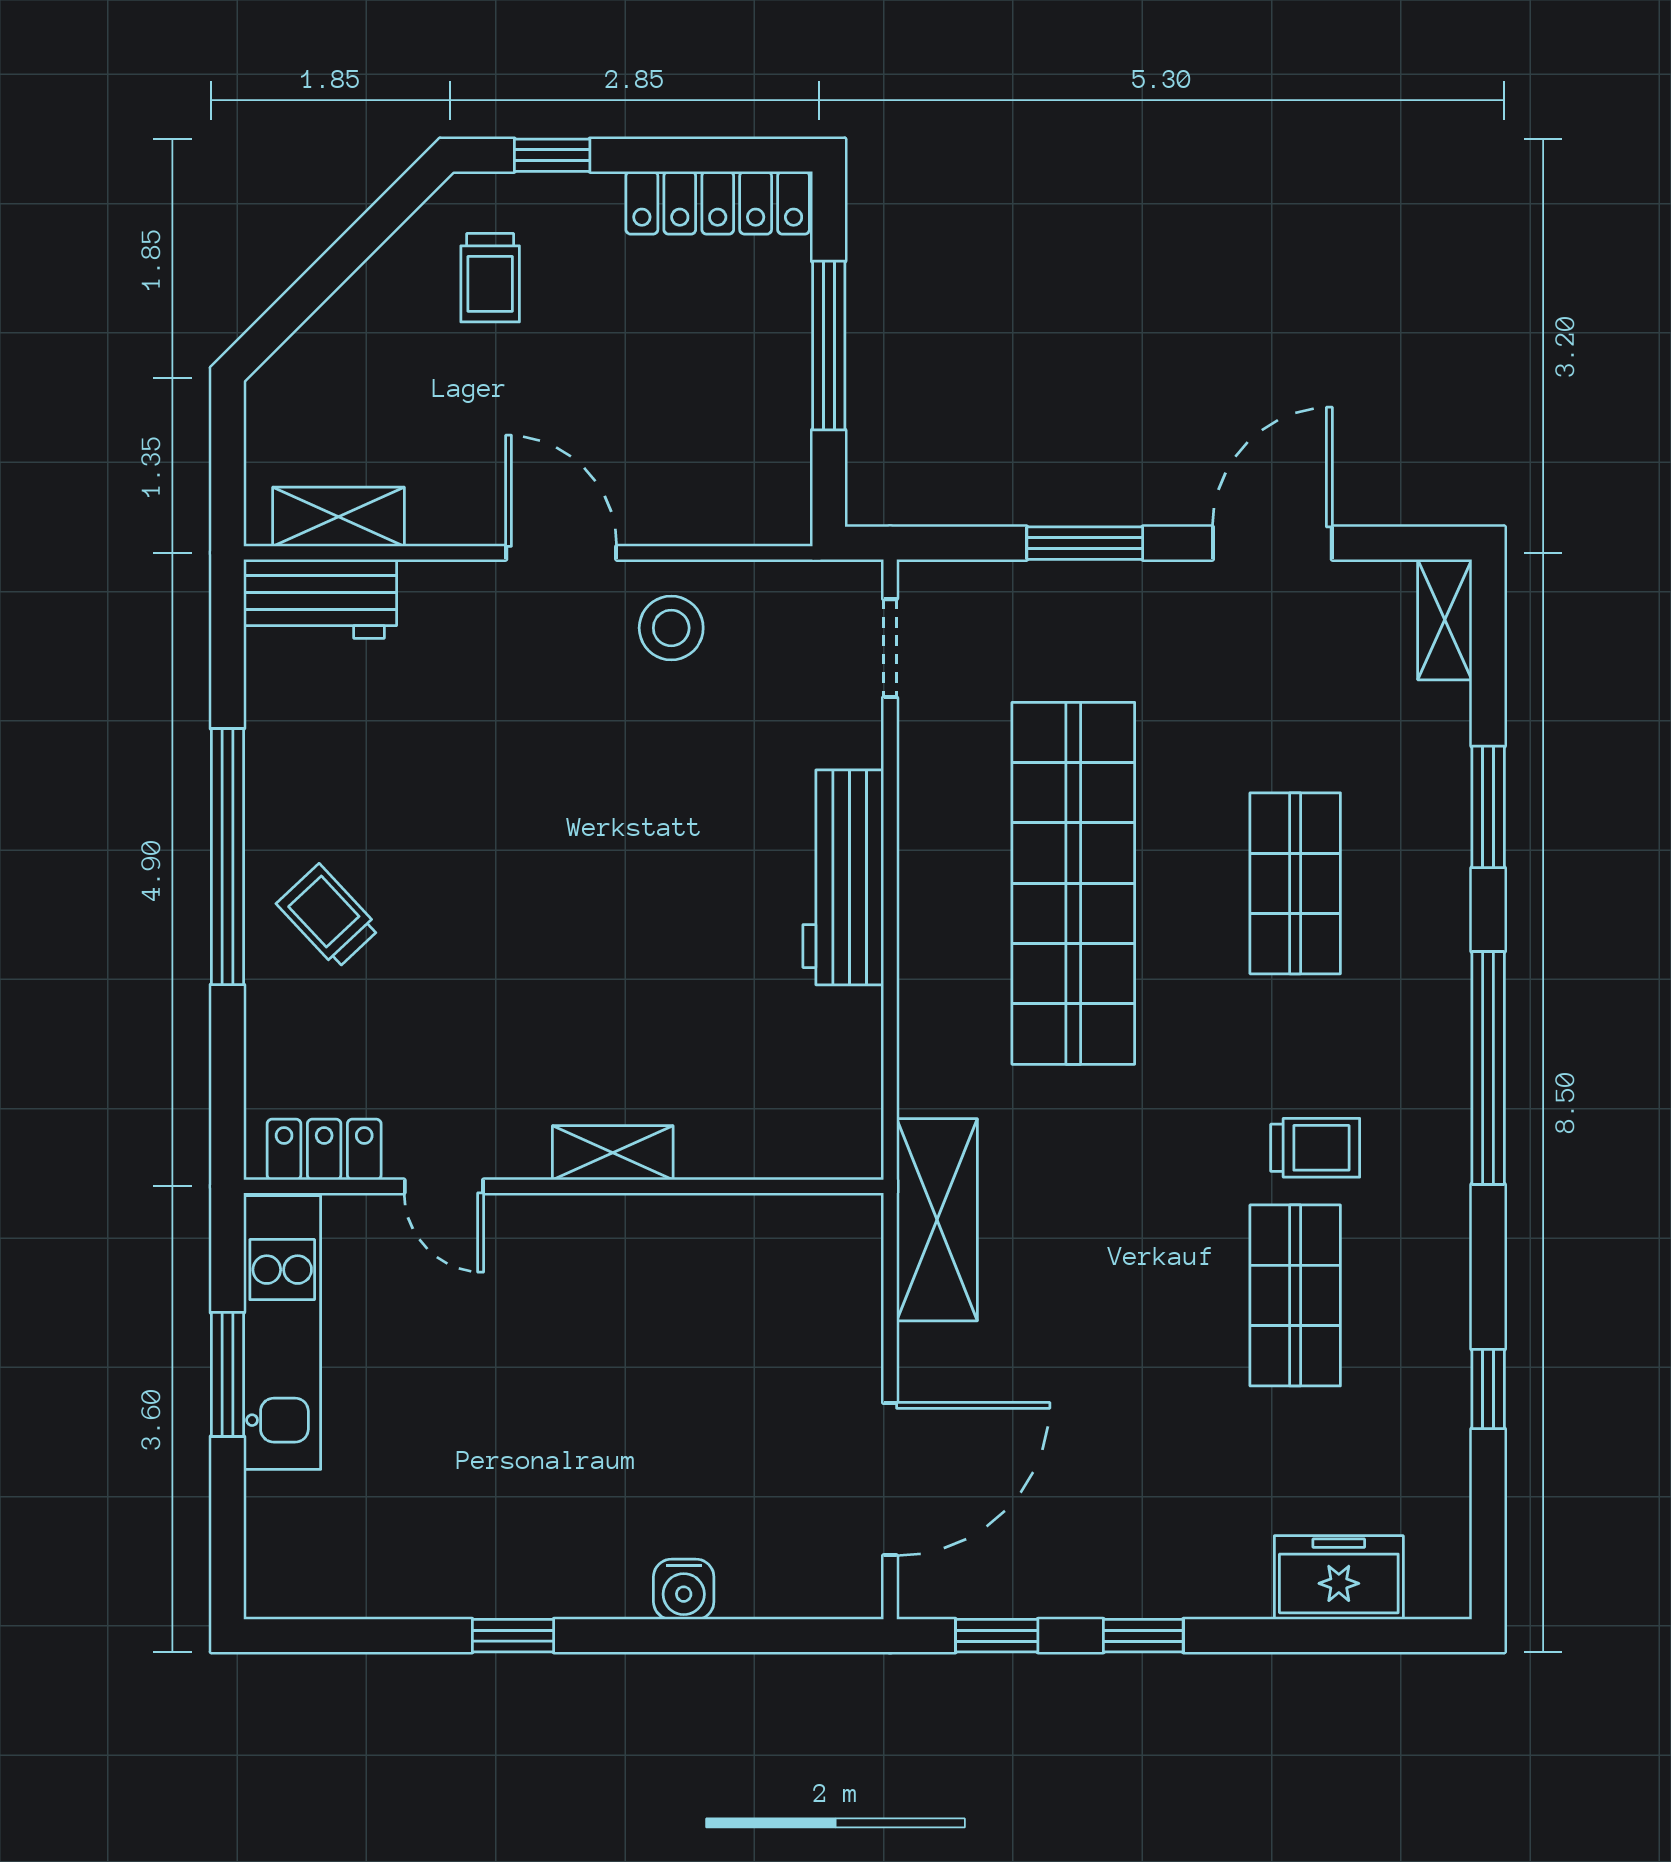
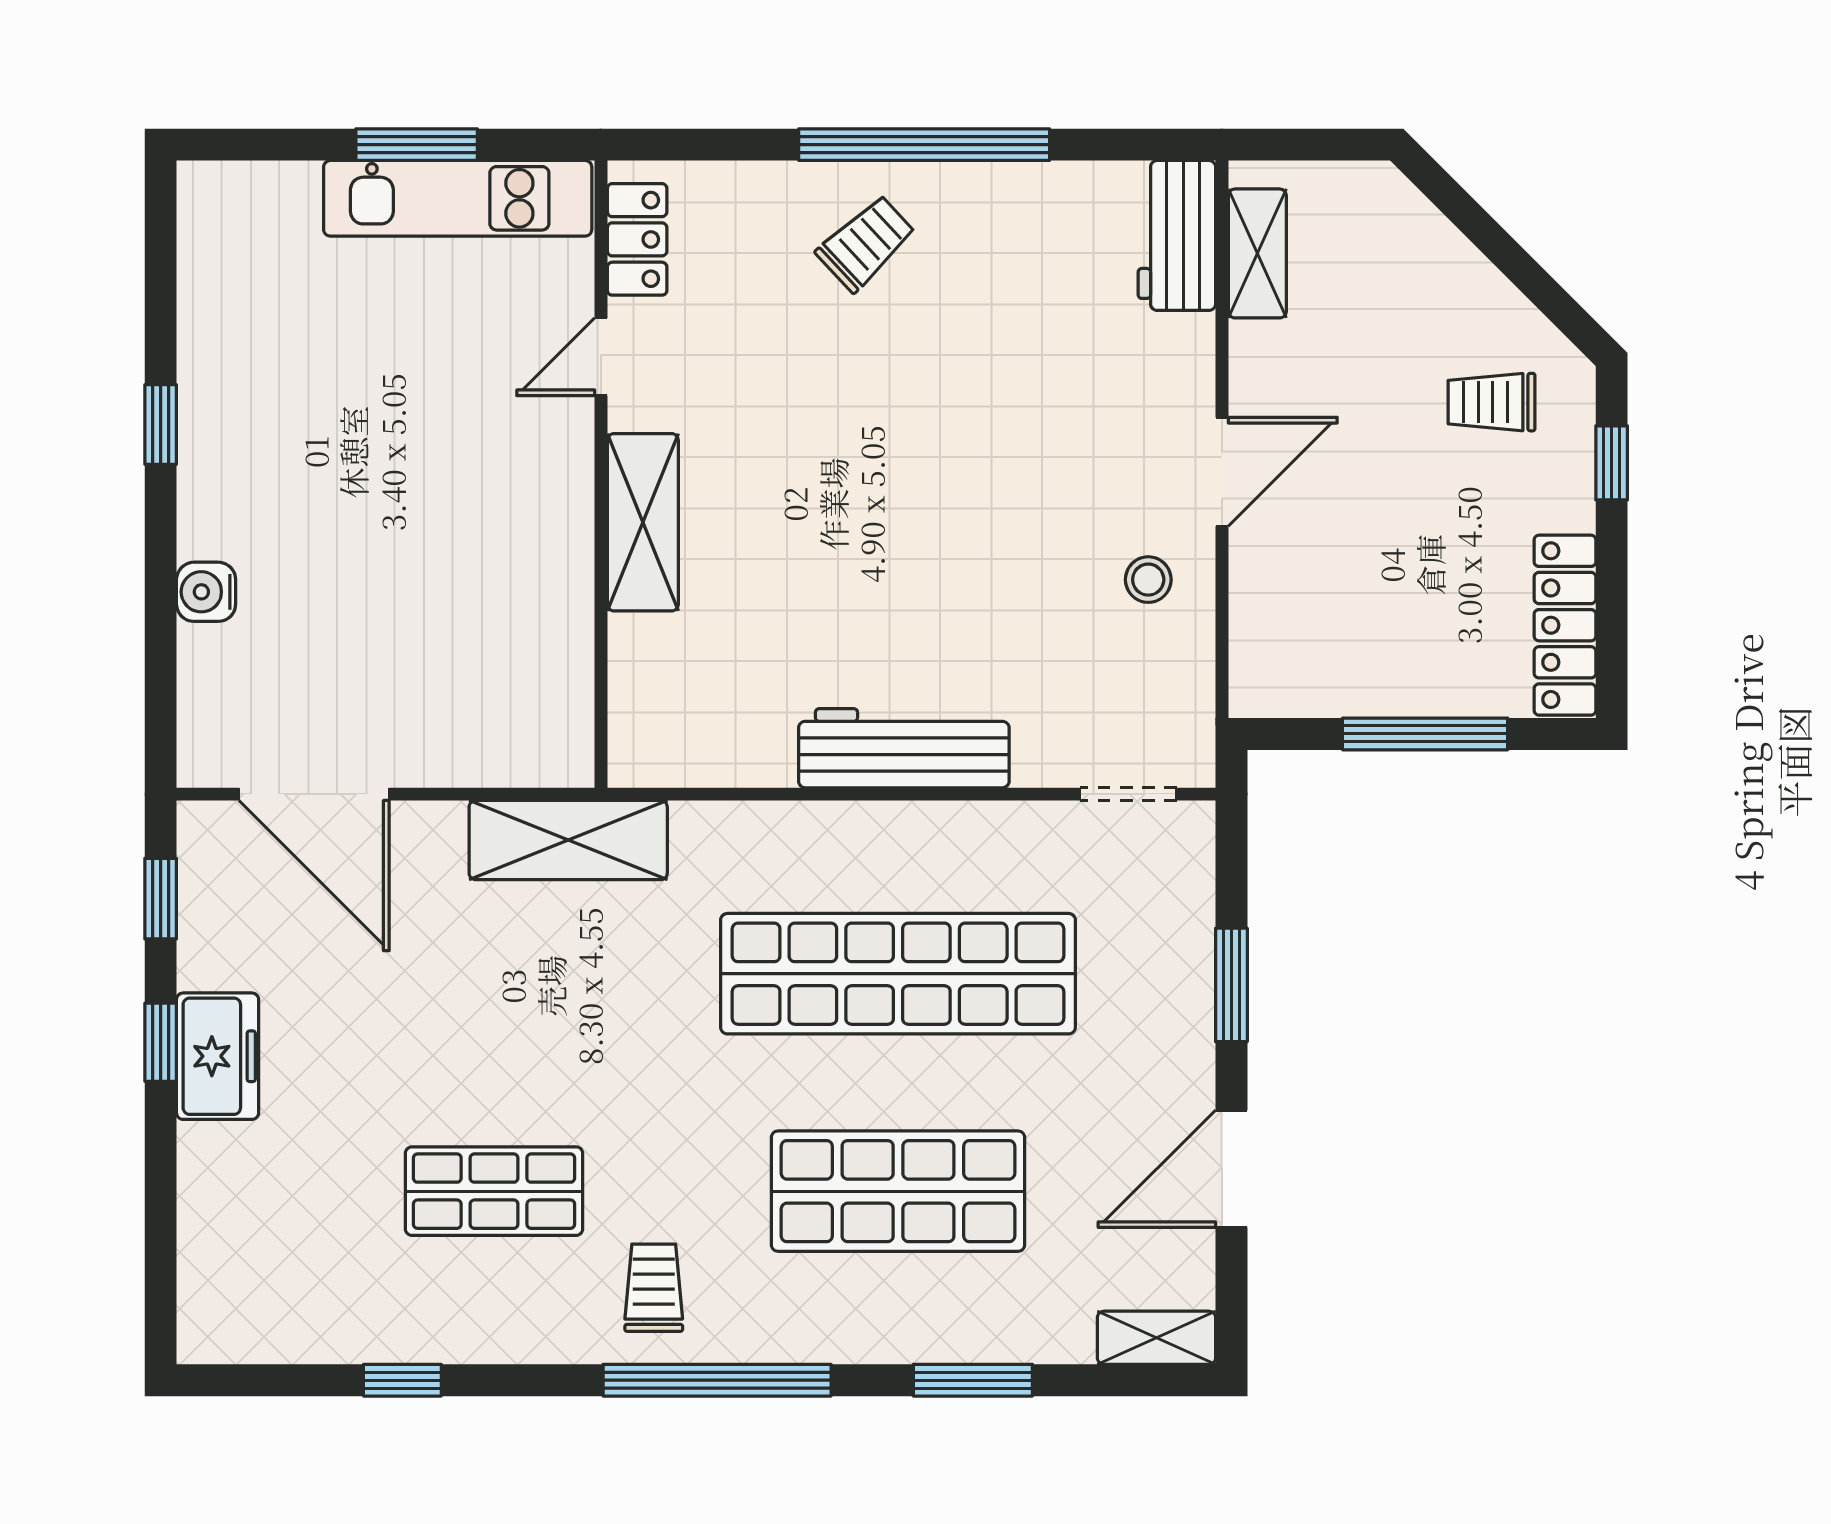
door: (1272, 543) -> (1231, 1169), swing flipped
stool: (671, 628) -> (1148, 580), width x0.73, depth x0.73
shop shelf: (1295, 883) -> (898, 1191), width x1.43, depth x1.36
trolley: (1315, 1148) -> (654, 1288), moved, turned 180
shelving: (613, 1153) -> (643, 522), width x1.50, depth x1.33
freezer: (1339, 1578) -> (218, 1056), moved

